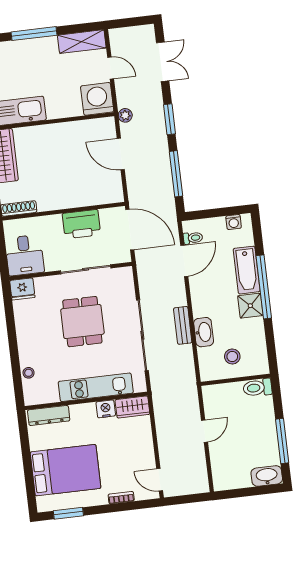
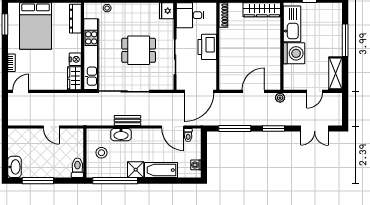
washing machine: (97, 99) -> (294, 53), moved
printer: (81, 224) -> (207, 47), moved
window: (264, 287) -> (115, 181), moved
kitchen unit: (96, 387) -> (91, 54), width x1.36

